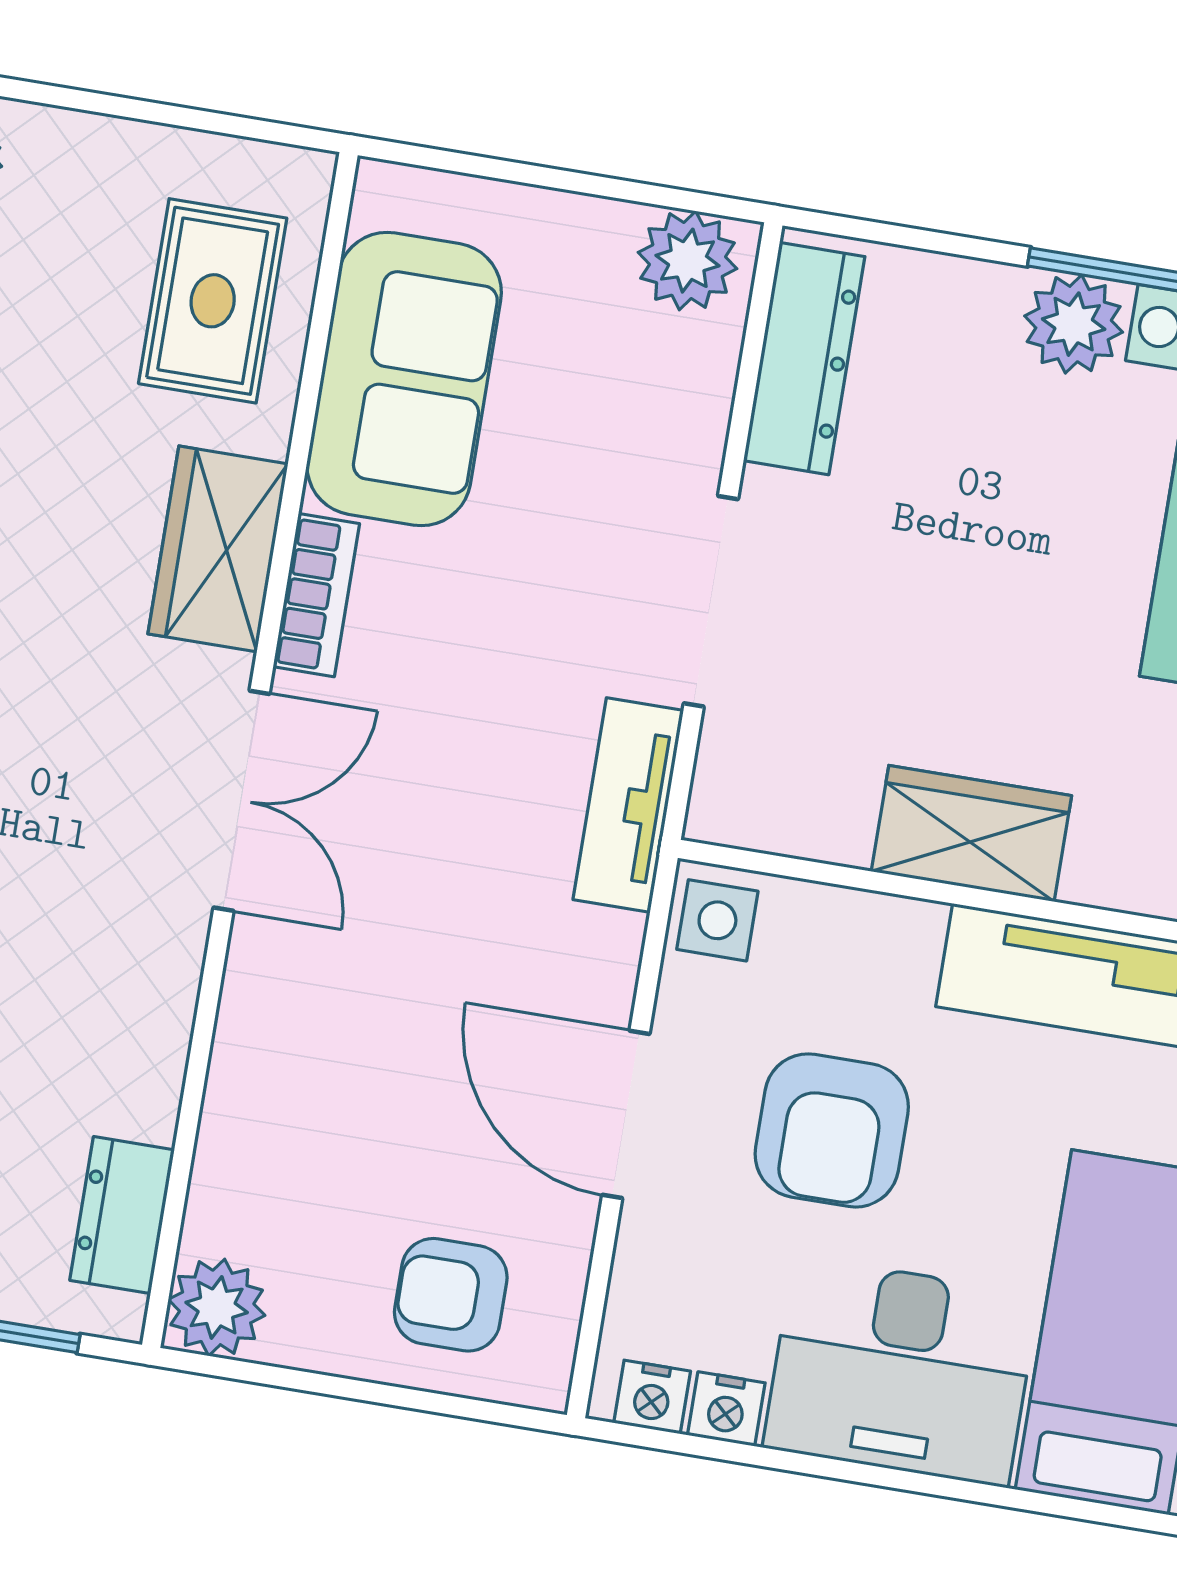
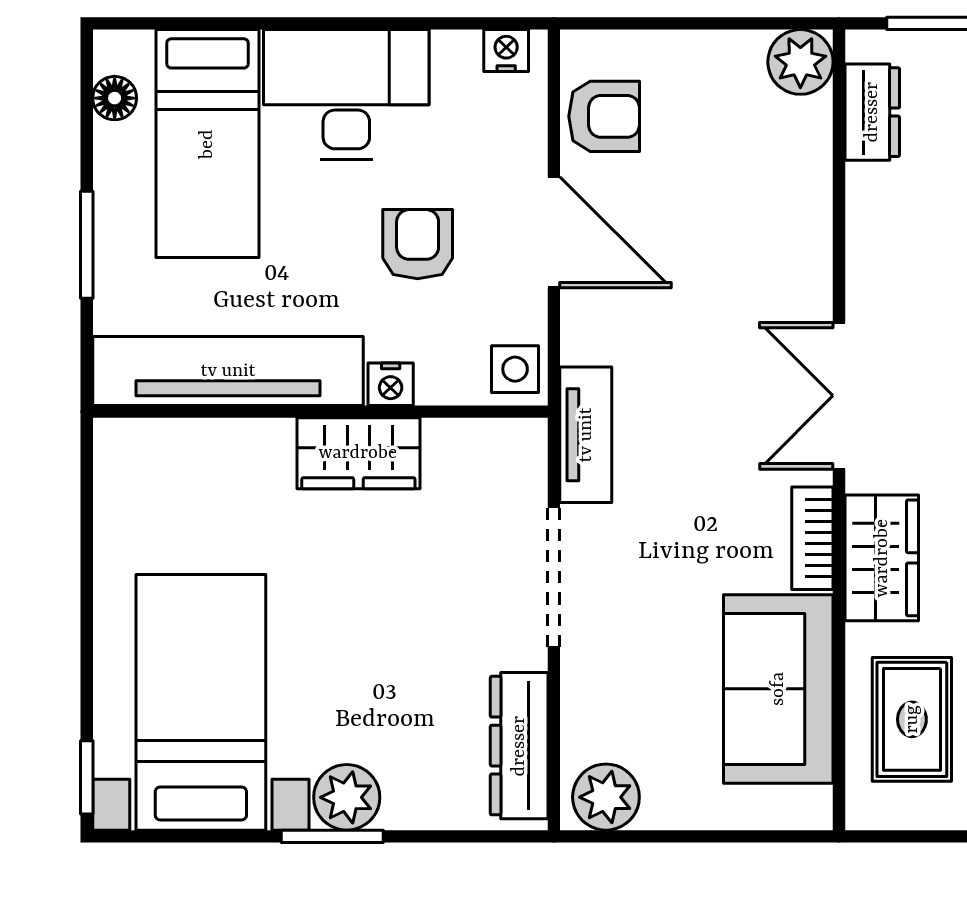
armchair: (832, 1130) -> (418, 244), width x0.72, depth x0.72
armchair: (451, 1295) -> (604, 116), moved
nightstand: (726, 1409) -> (391, 384), moved, turned 180

